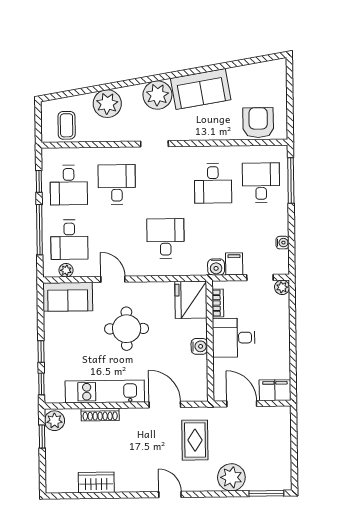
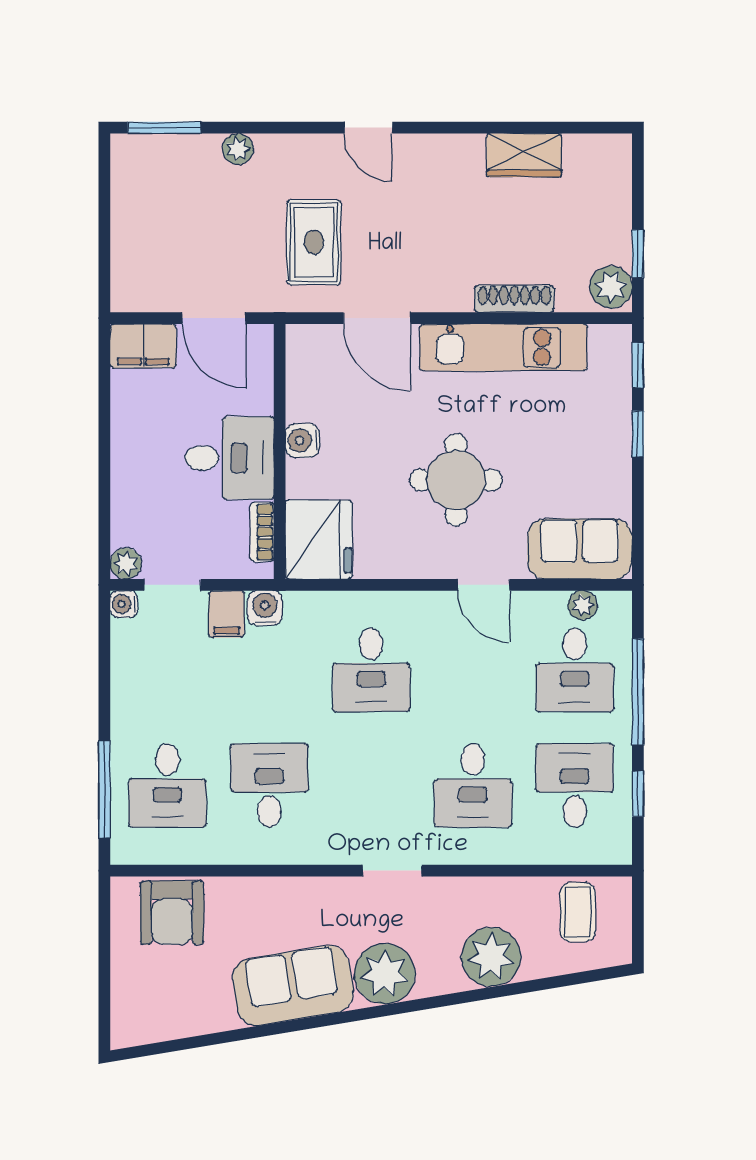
desk: (69, 240) -> (575, 670), turned 180
water cooler: (282, 243) -> (124, 604), moved
plant: (231, 477) -> (238, 149), width x0.53, depth x0.53

